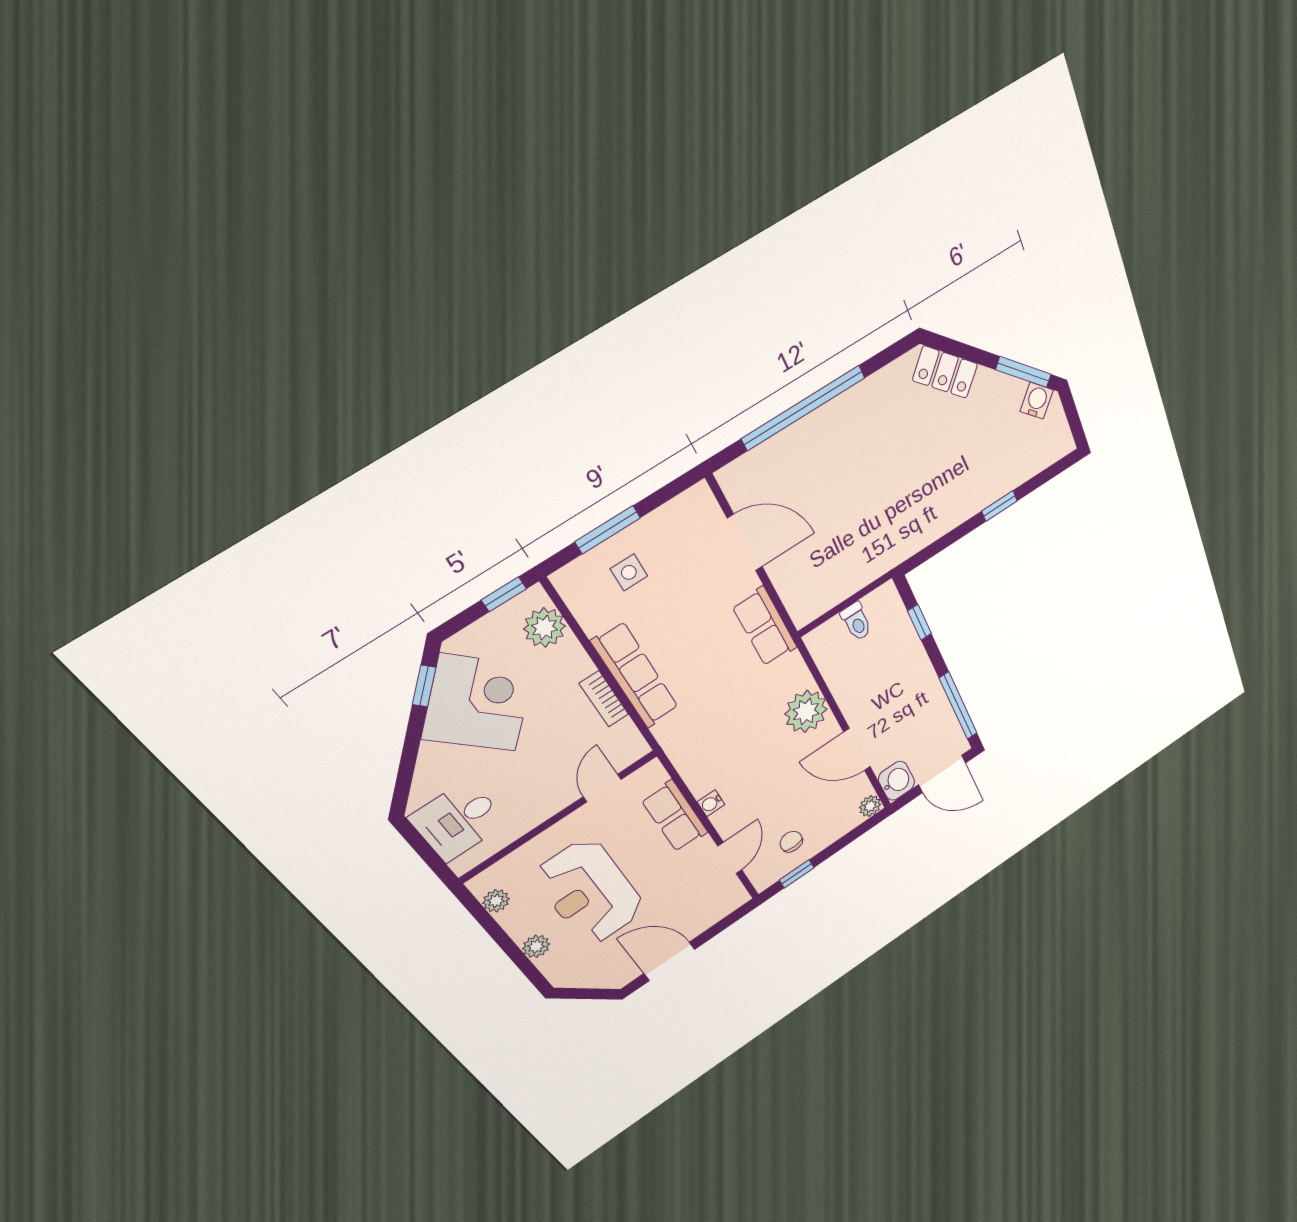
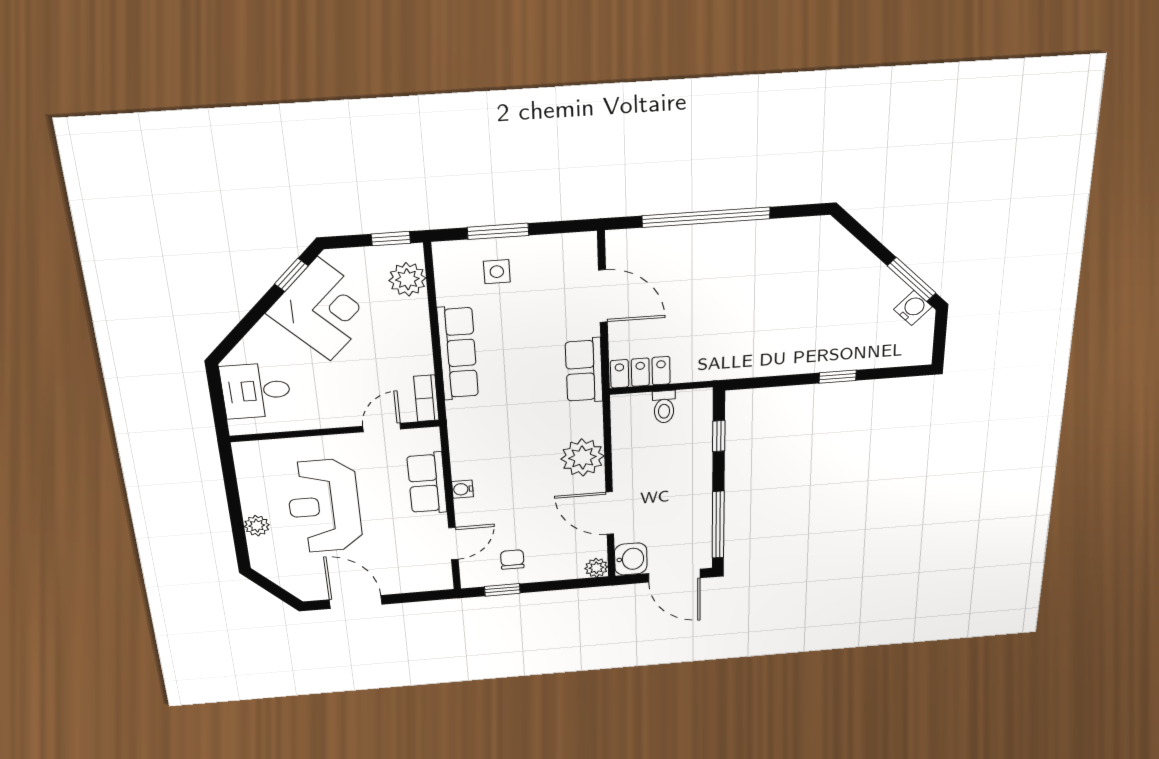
locker: (945, 372) -> (640, 372), moved, turned 135
bookcase: (604, 699) -> (426, 398), moved
plant: (496, 901) -> (247, 470), removed

